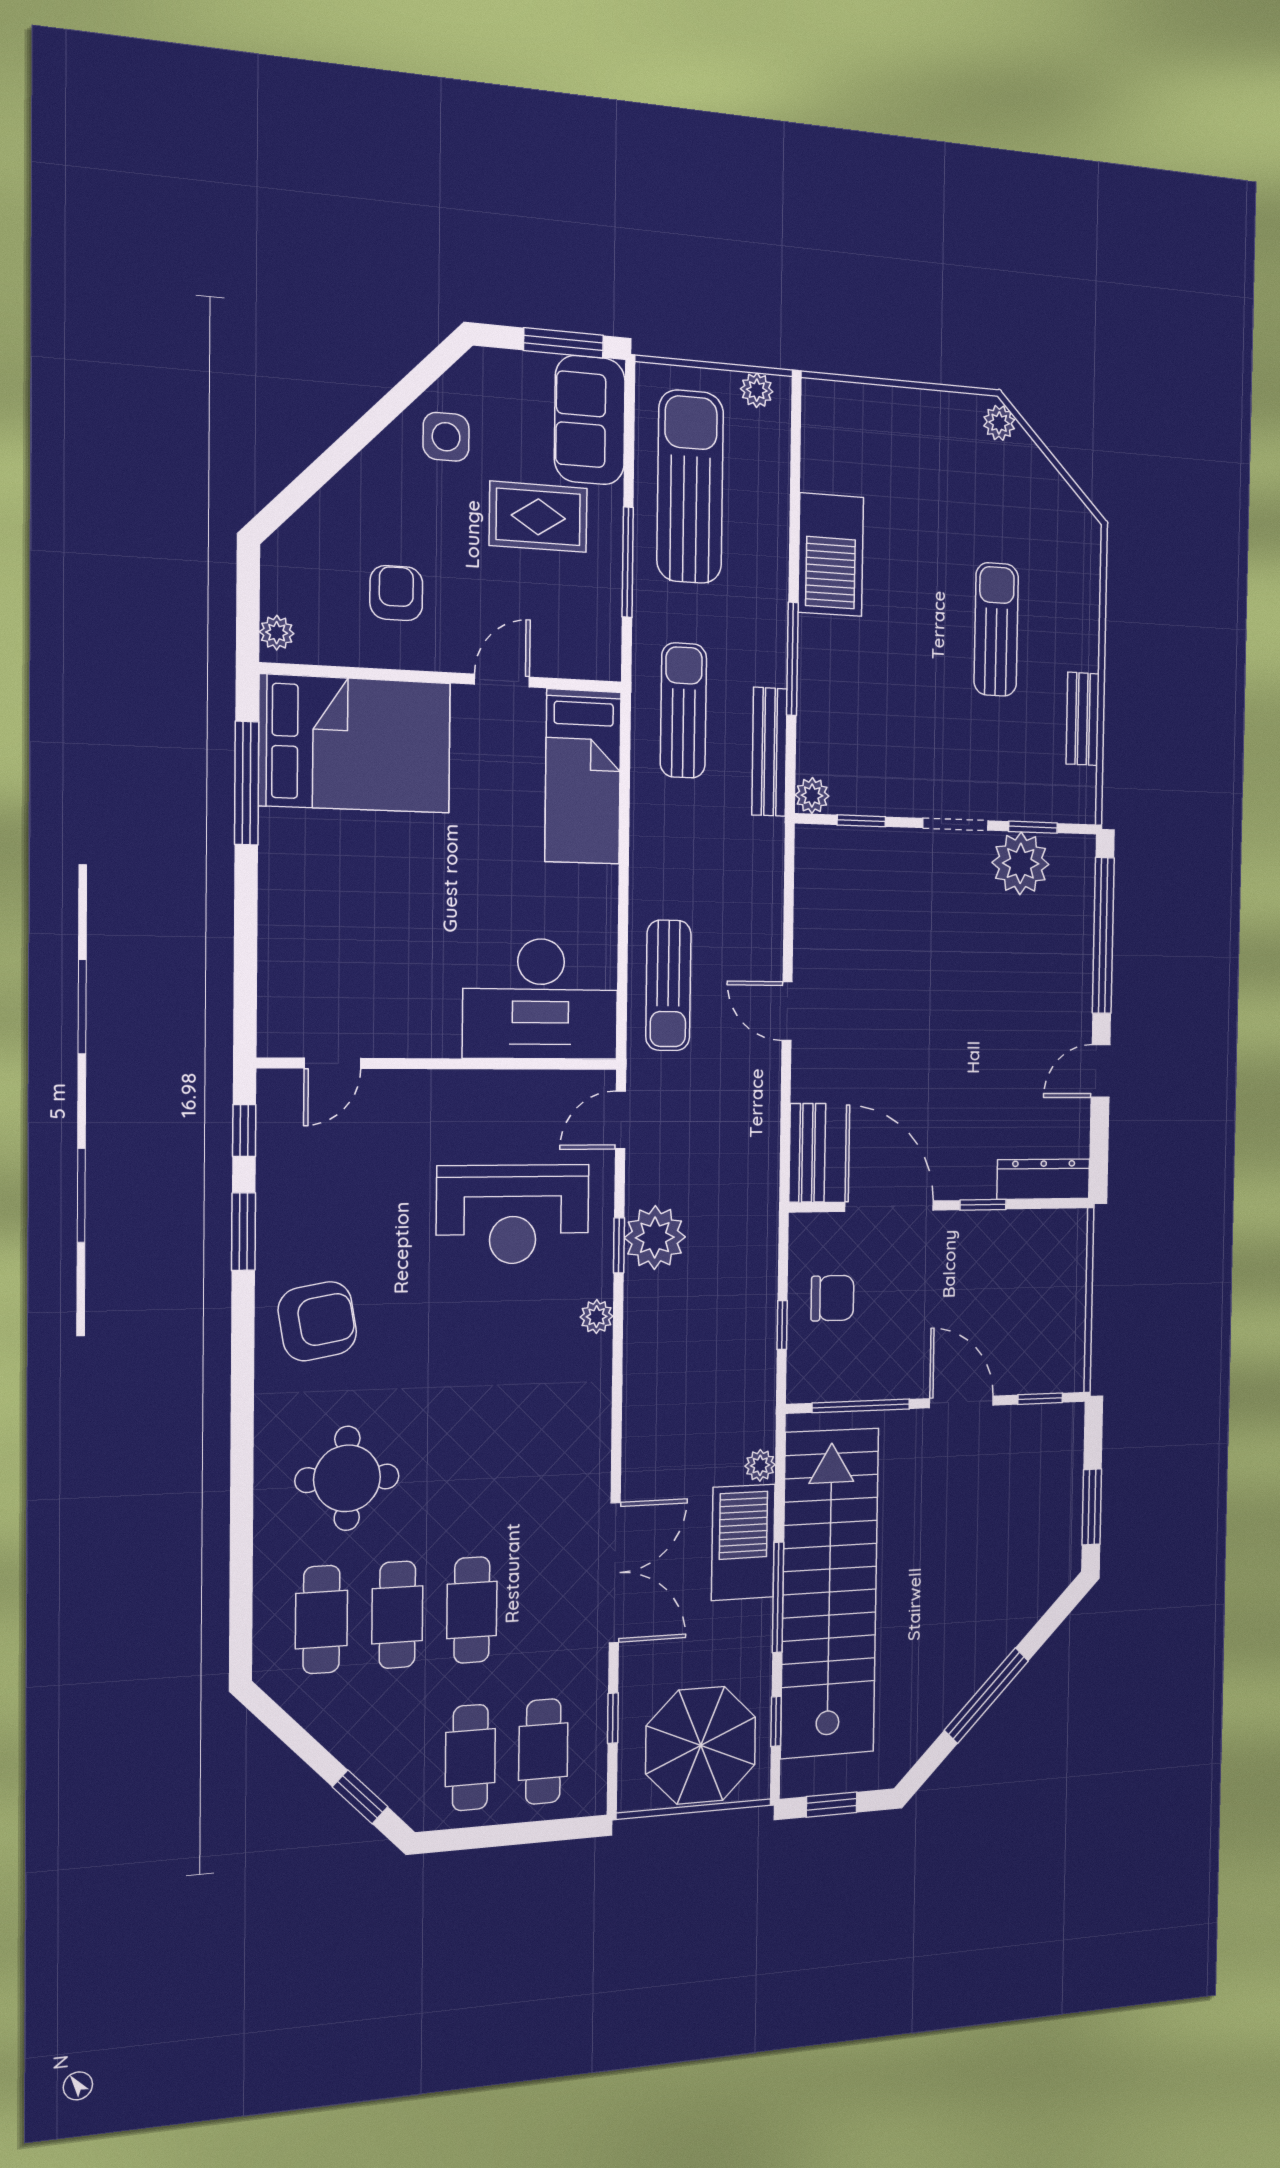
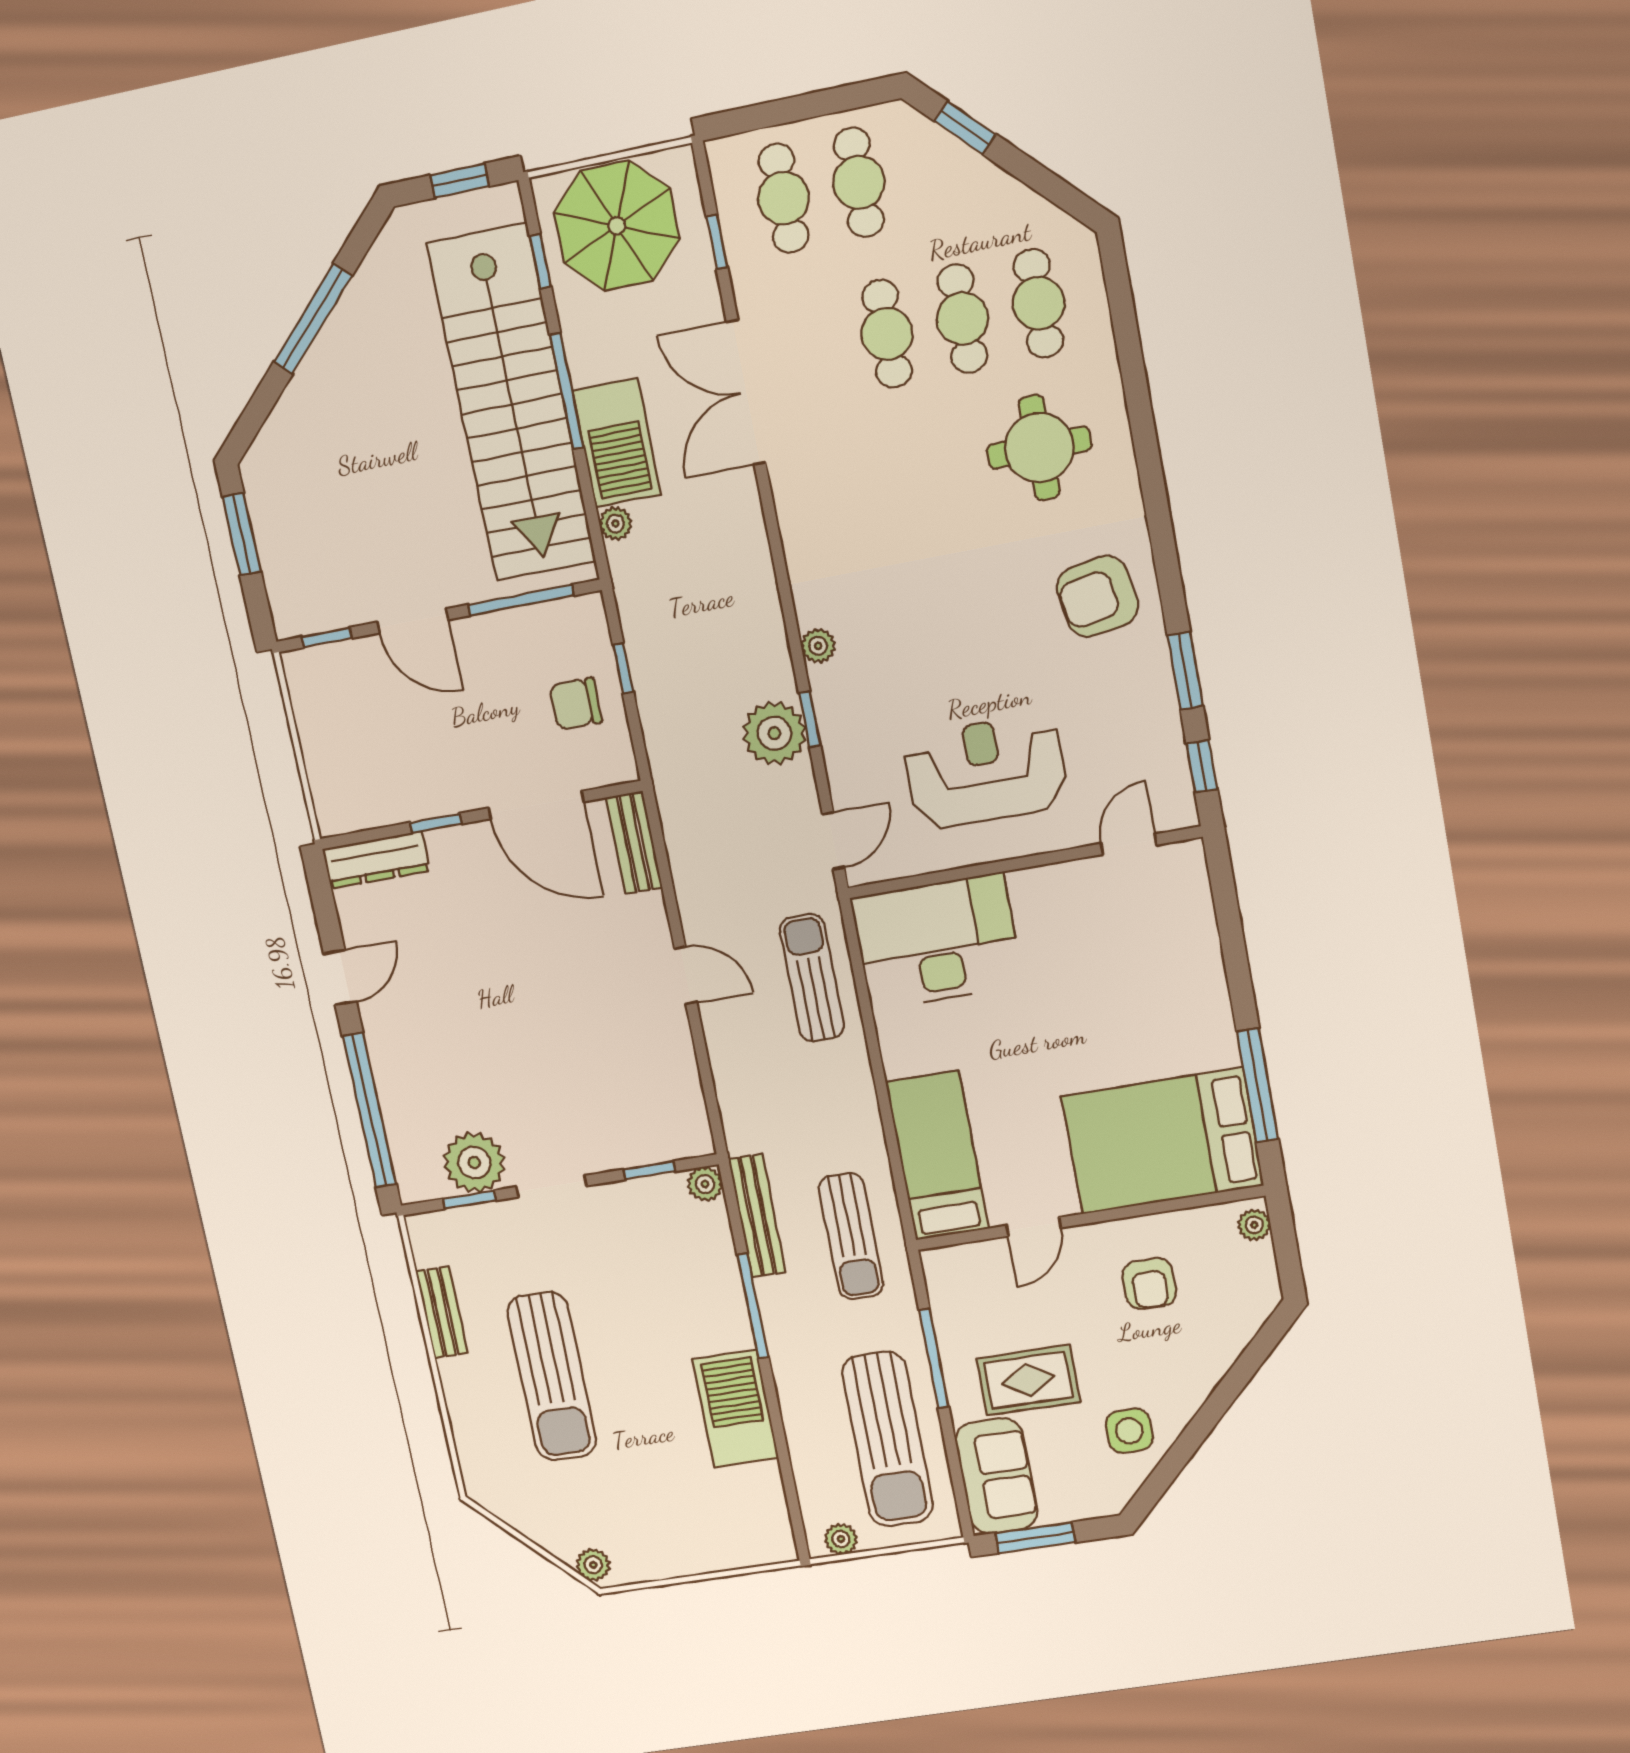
sun lounger: (996, 629) -> (552, 1376), width x1.36, depth x1.34
reception desk: (513, 1214) -> (986, 771), moved

